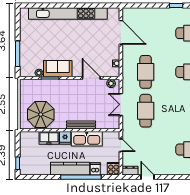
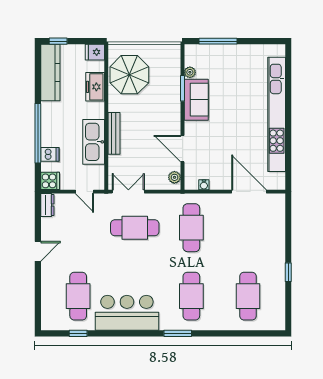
door: (121, 32) -> (249, 192), swing flipped
cafe table: (146, 72) -> (191, 228), turned 90
door: (91, 78) -> (182, 149), swing flipped
double door: (121, 104) -> (128, 192), moved
fridge: (65, 138) -> (95, 52), moved
door: (121, 145) -> (84, 192), hinge flipped
kitchen counter: (70, 169) -> (50, 72), moved
door: (147, 177) -> (38, 251), moved

